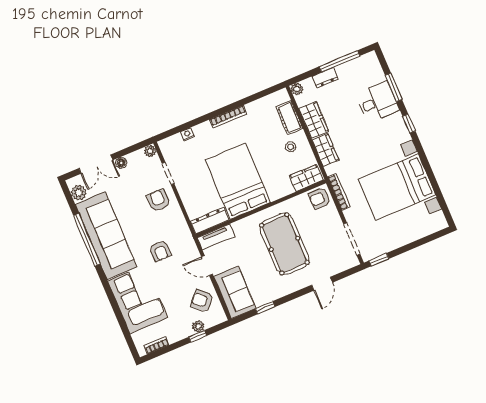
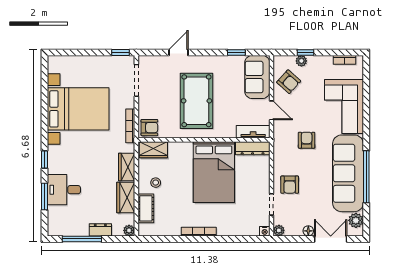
nightstand: (188, 134) -> (265, 231), moved

